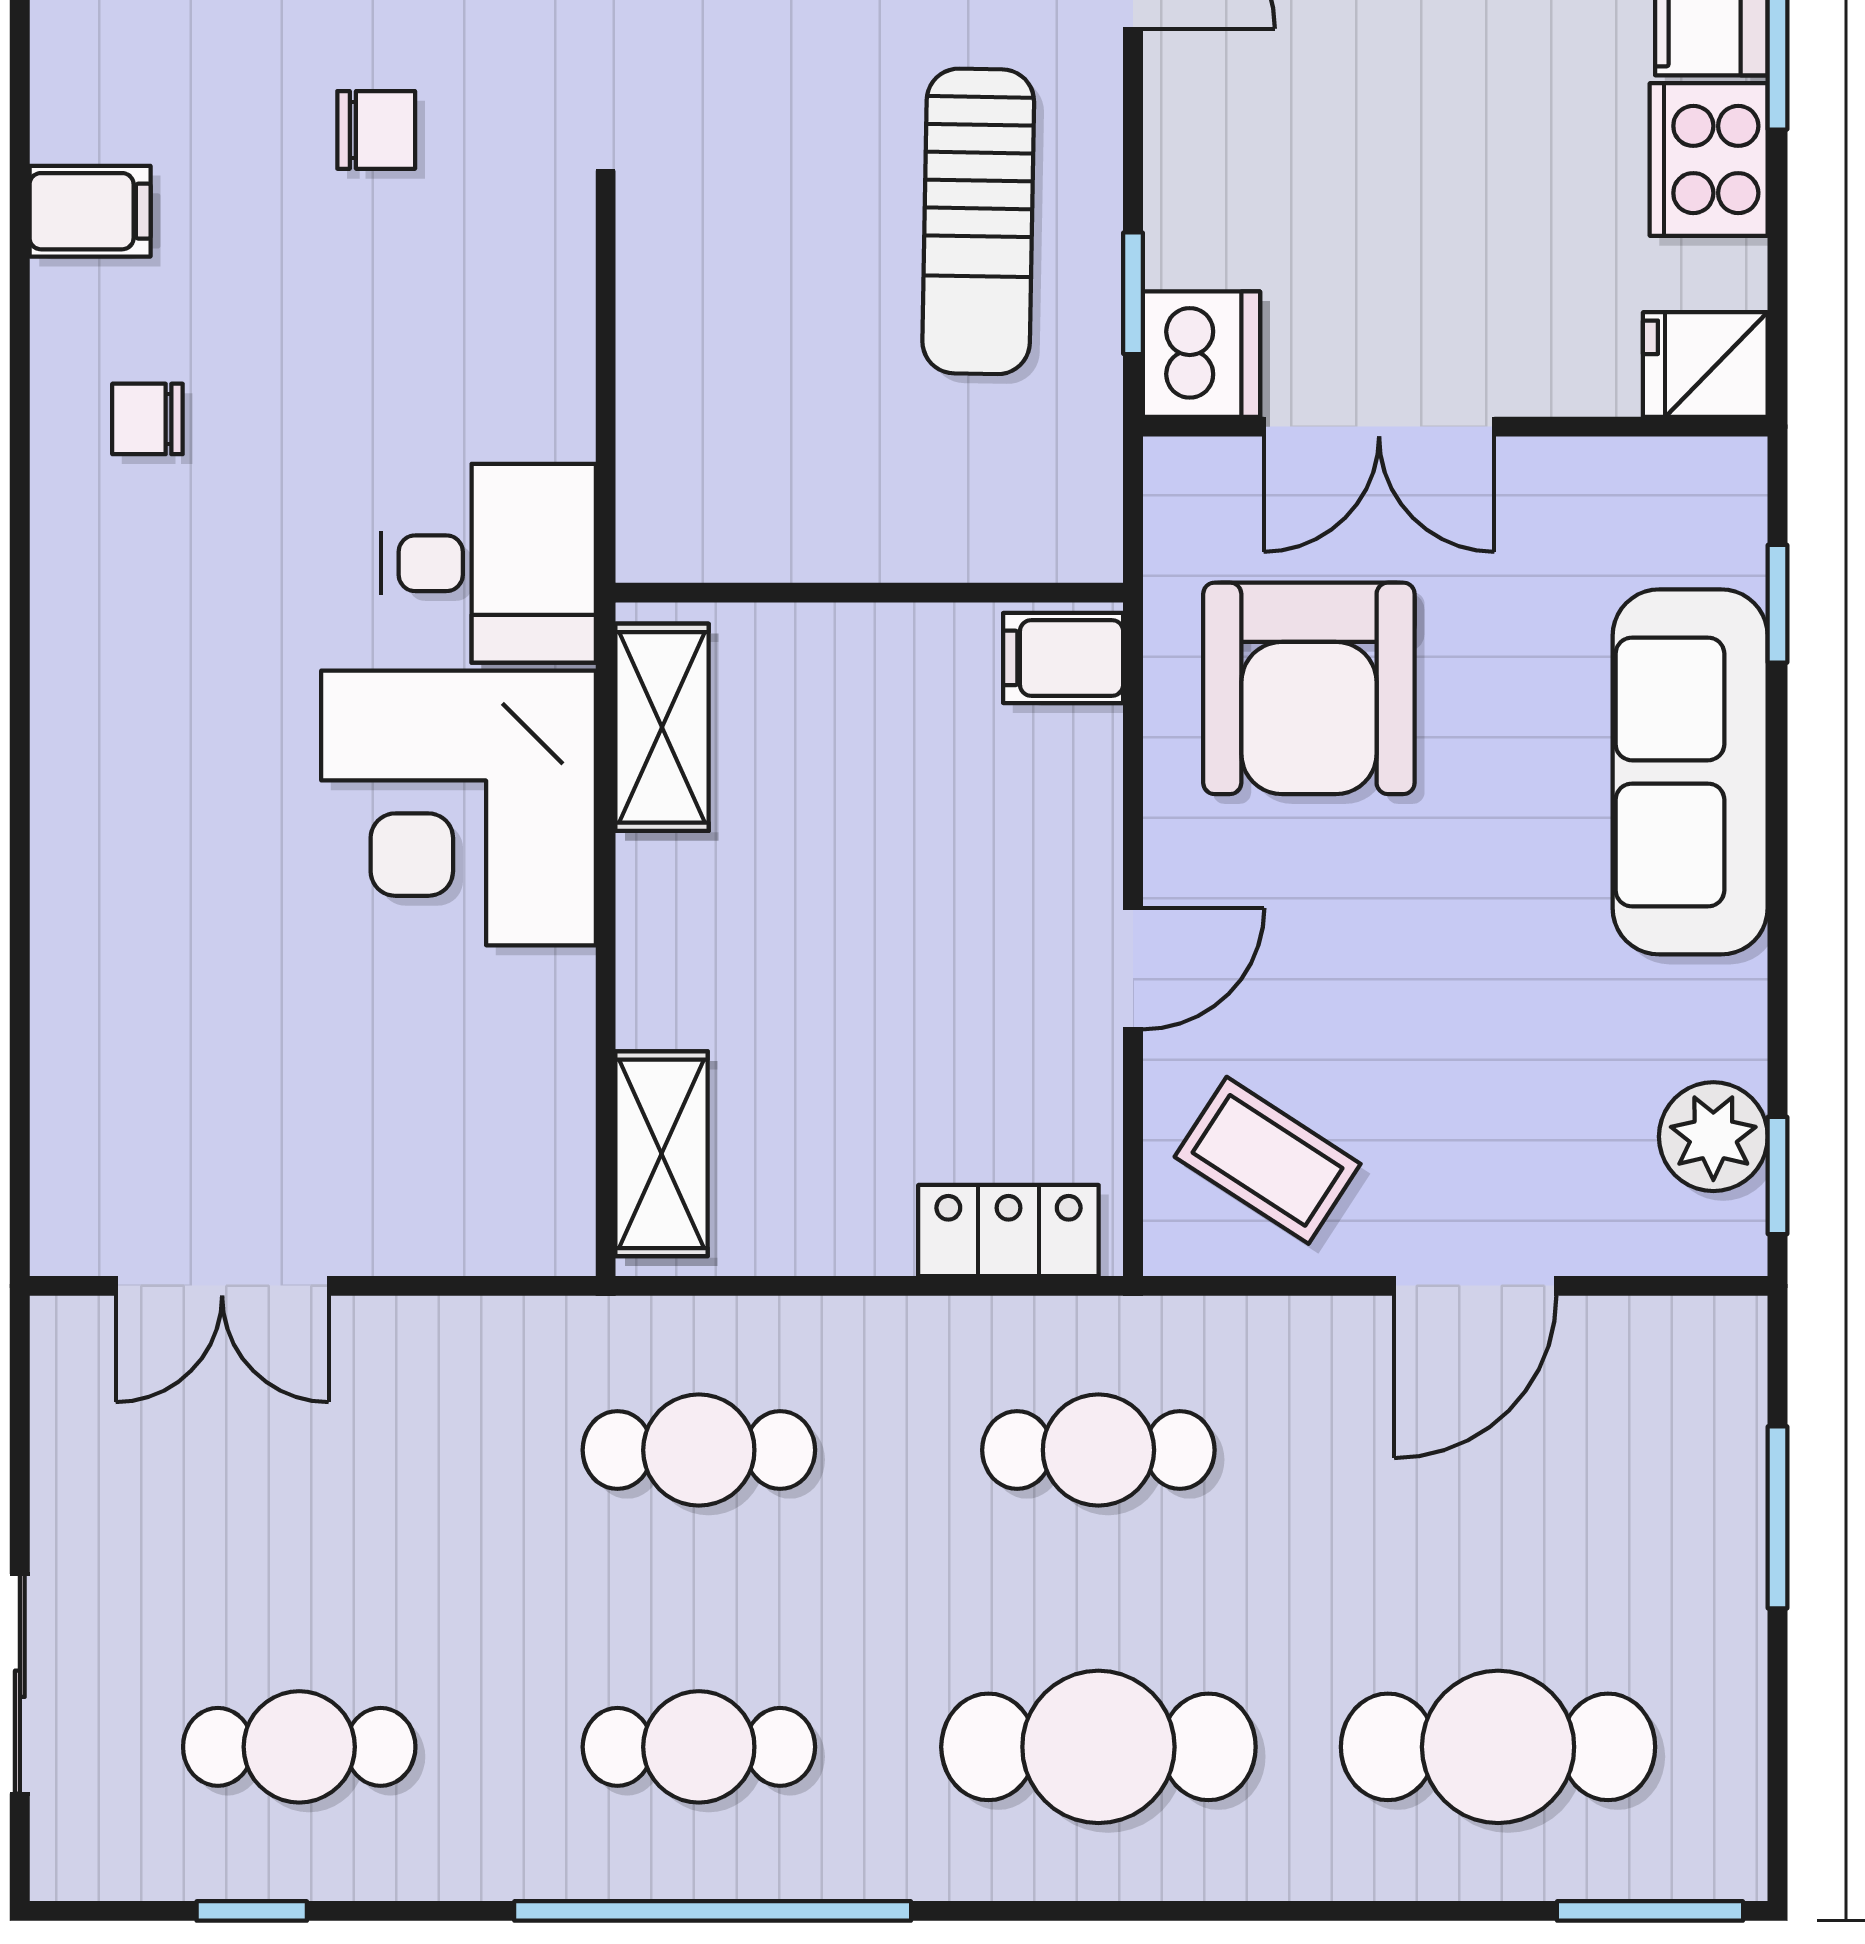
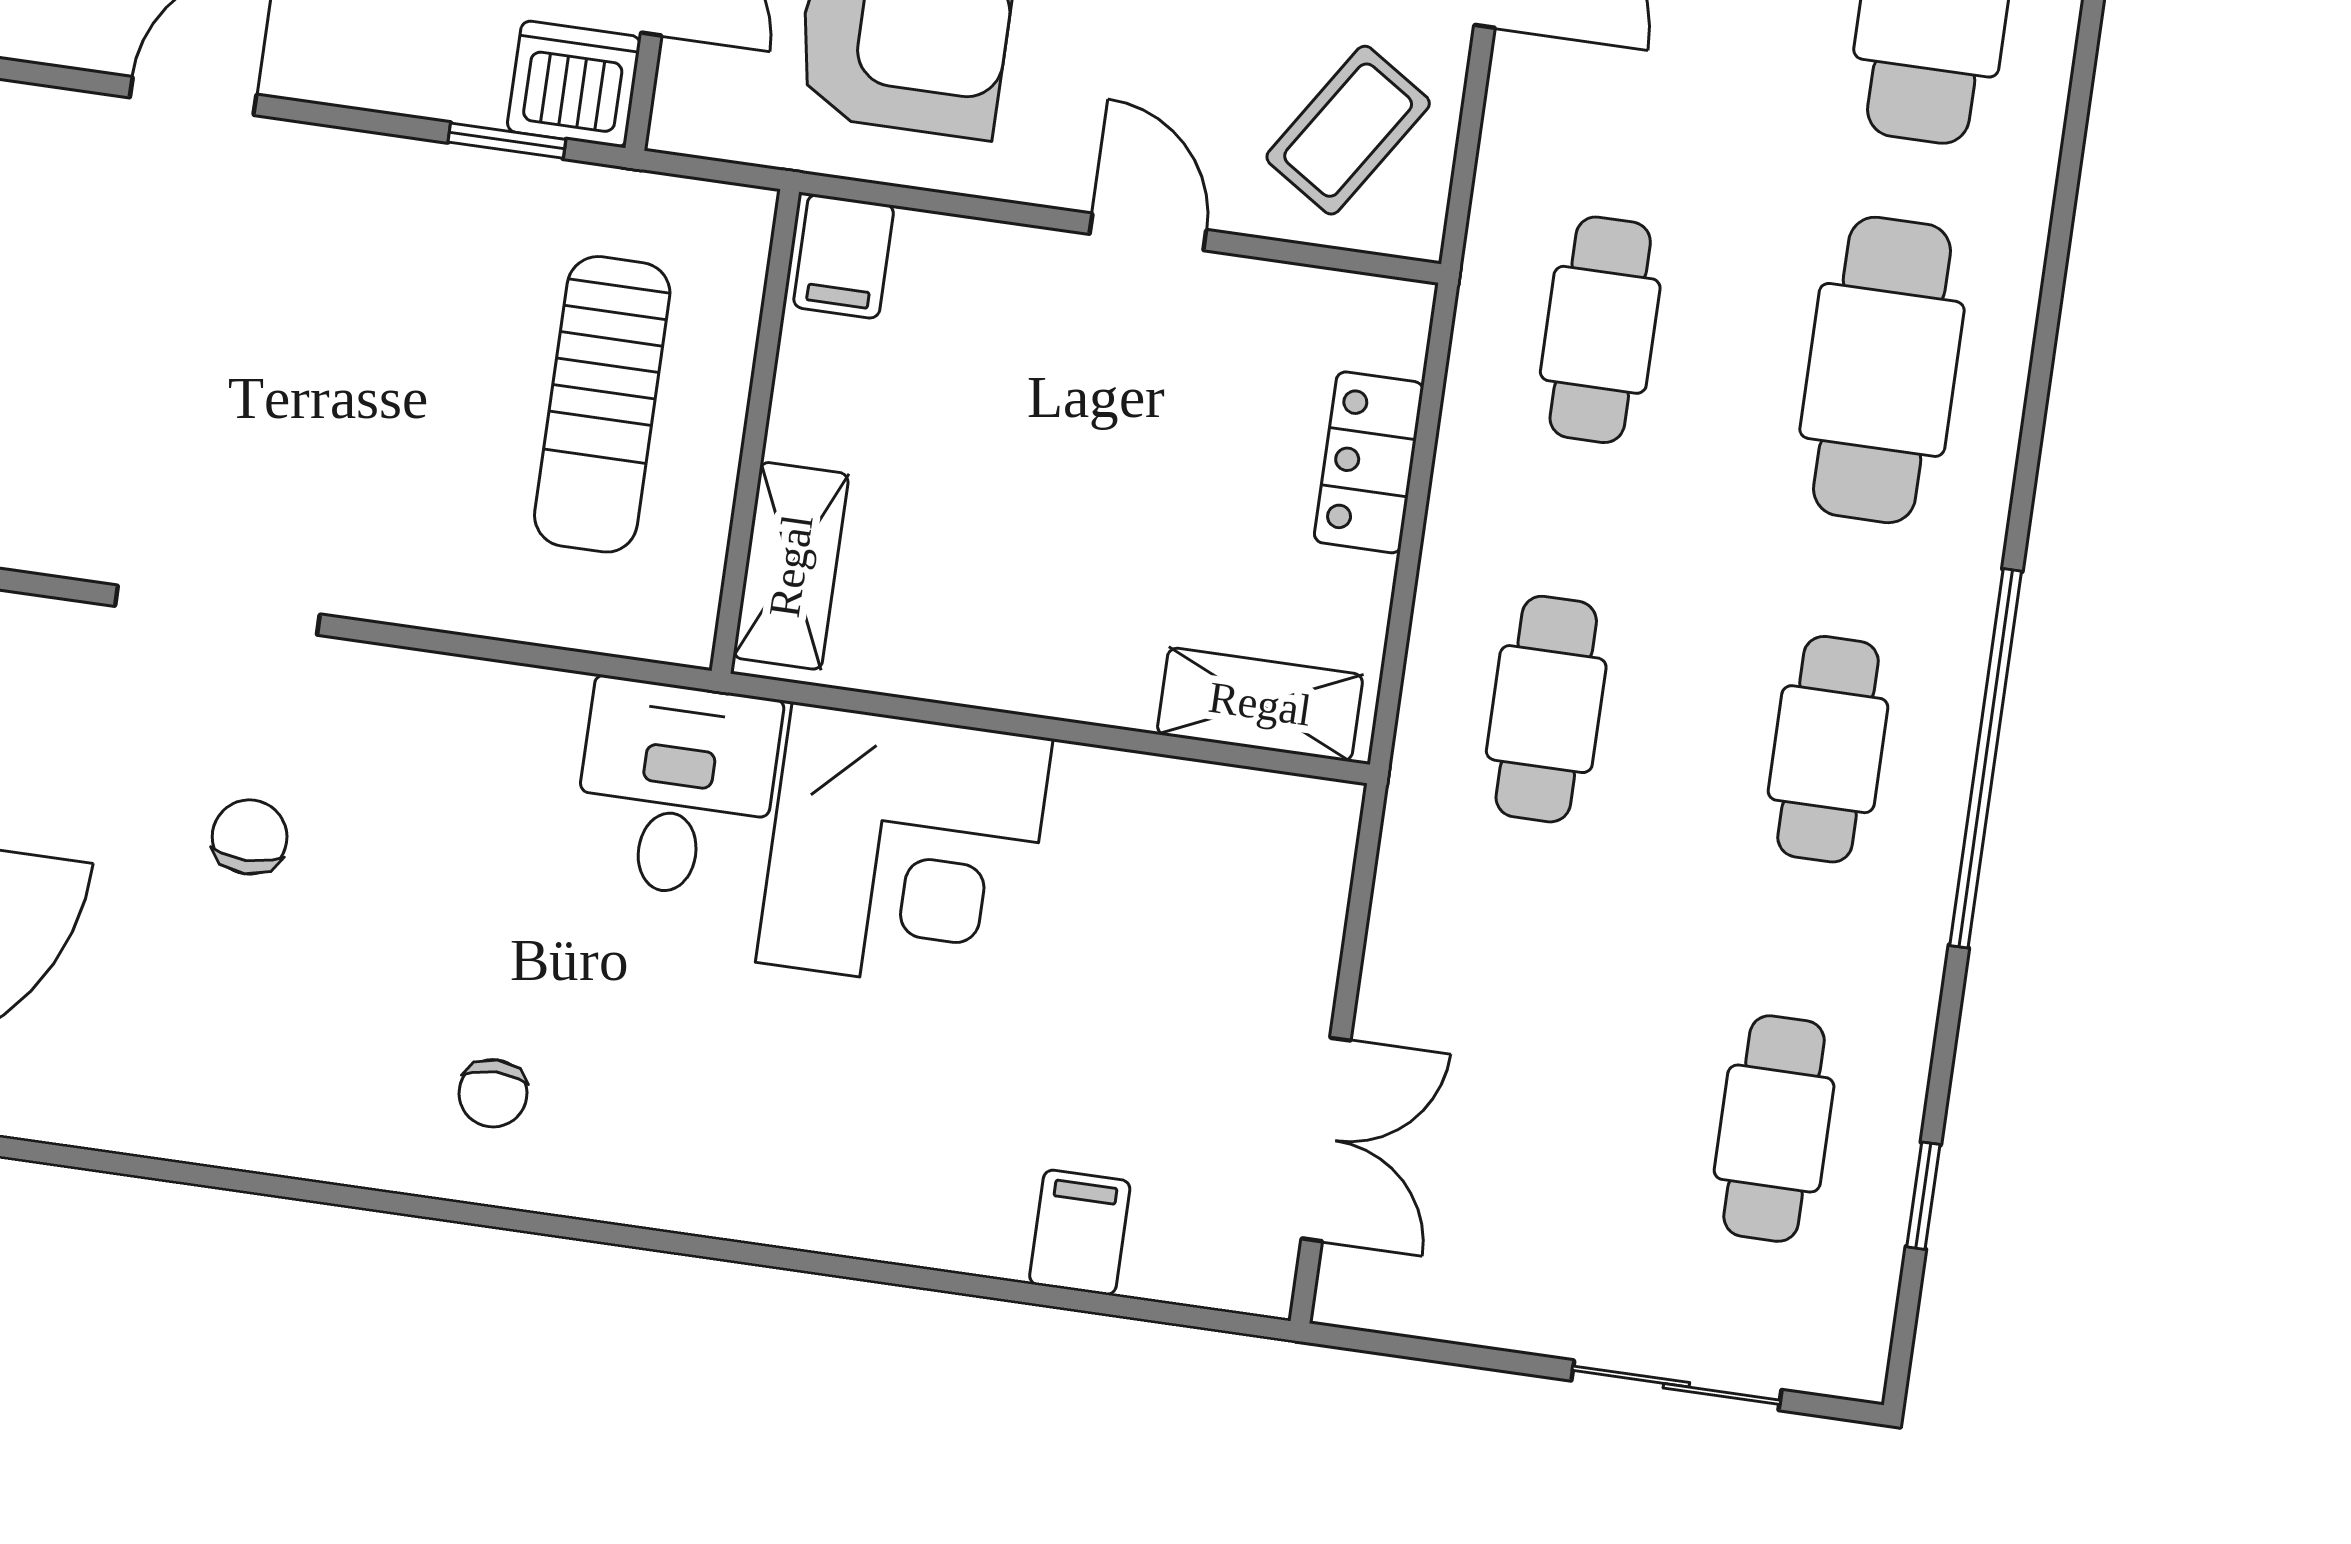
filing cabinet: (90, 211) -> (1080, 1232), moved
sun lounger: (978, 221) -> (602, 404), moved, turned 89
shelving: (662, 727) -> (791, 566), moved, turned 90
locker: (1008, 1231) -> (1369, 462), moved

